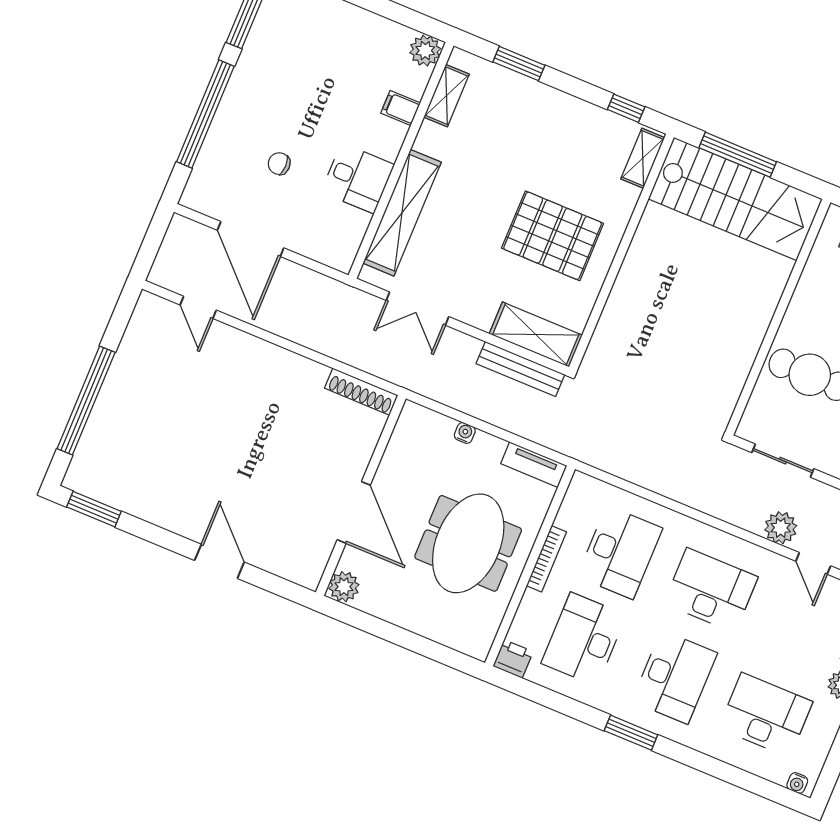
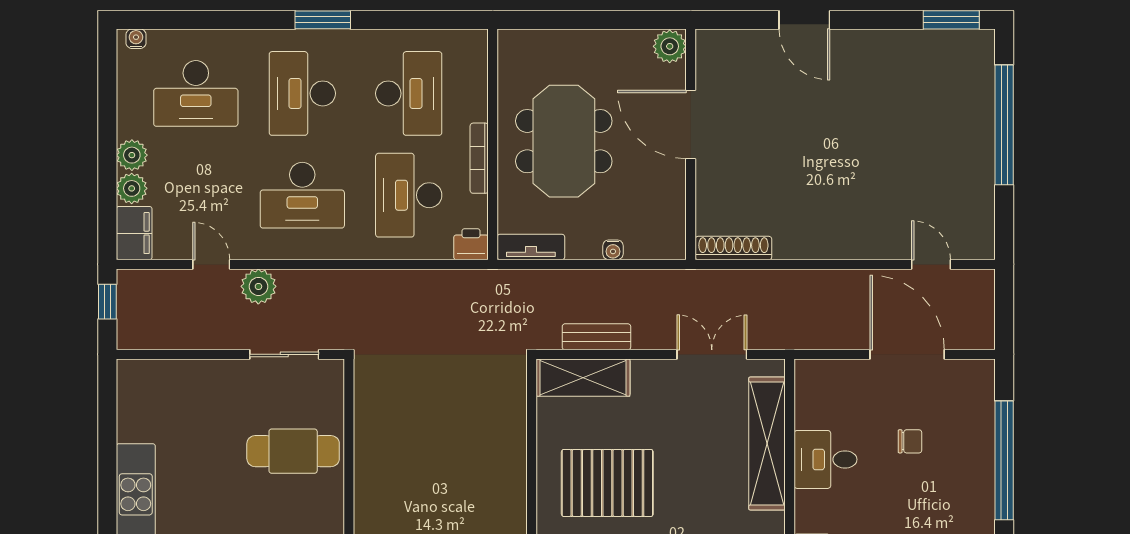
bench: (520, 369) -> (596, 337), width x0.73
printer: (513, 659) -> (471, 244), moved, turned 180

